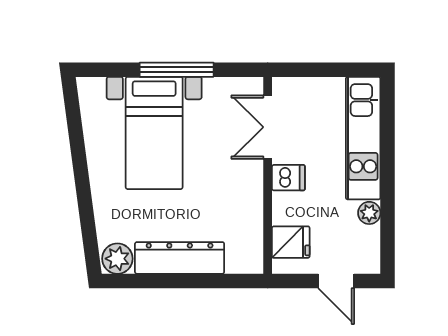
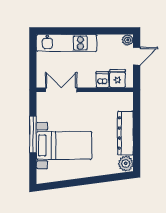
double door: (268, 127) -> (61, 90), swing flipped
dishwasher: (288, 178) -> (102, 80), moved
plant: (369, 213) -> (128, 40), moved

